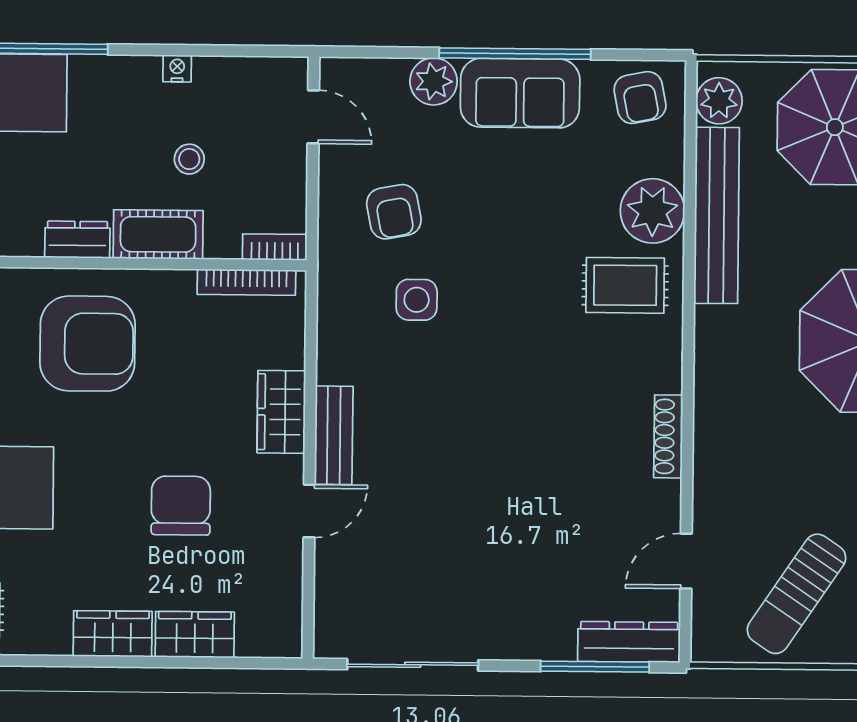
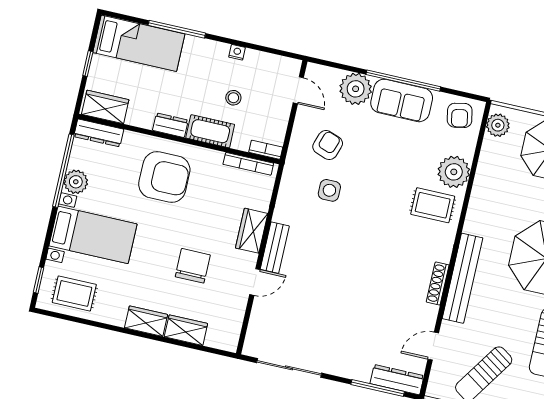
plant: (434, 81) -> (356, 89), width x1.36, depth x1.36
armchair: (394, 212) -> (328, 145), turned -150
bench: (717, 215) -> (462, 278), moved

